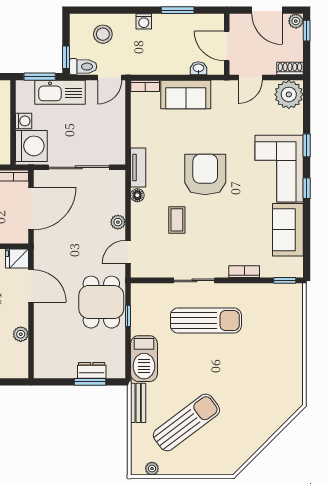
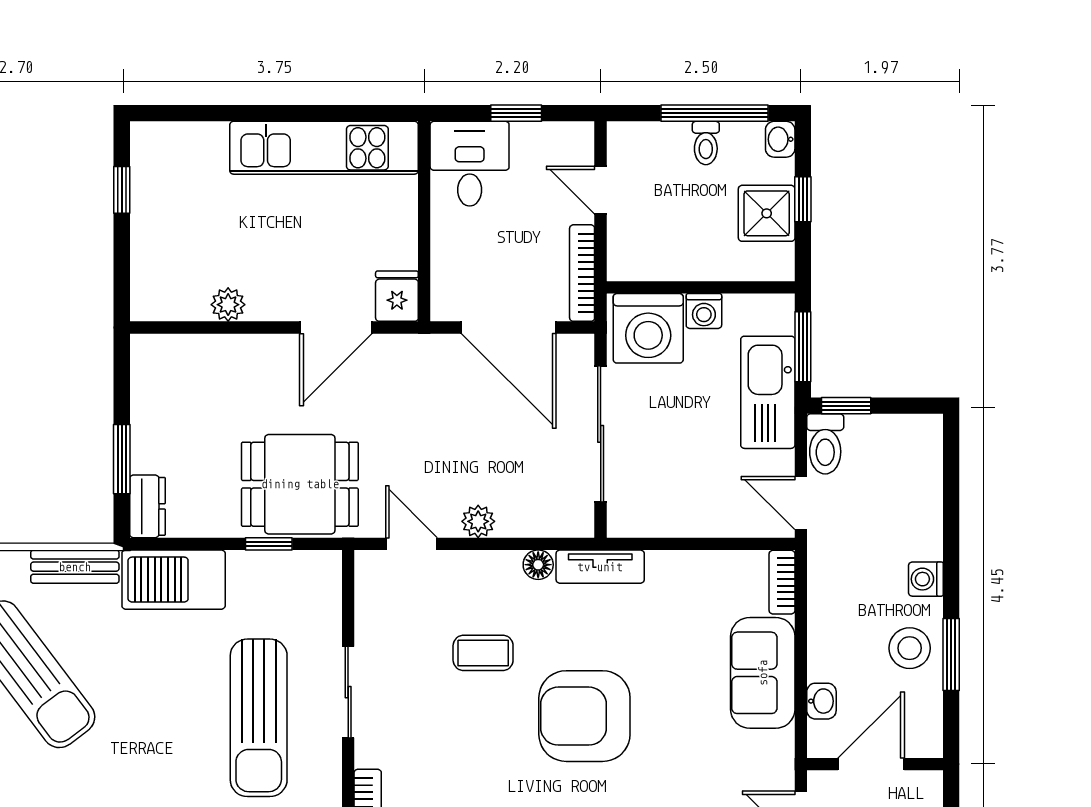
stool: (103, 34) -> (910, 648), moved
armchair: (205, 174) -> (584, 716), turned 180
dresser: (92, 370) -> (147, 506), moved

